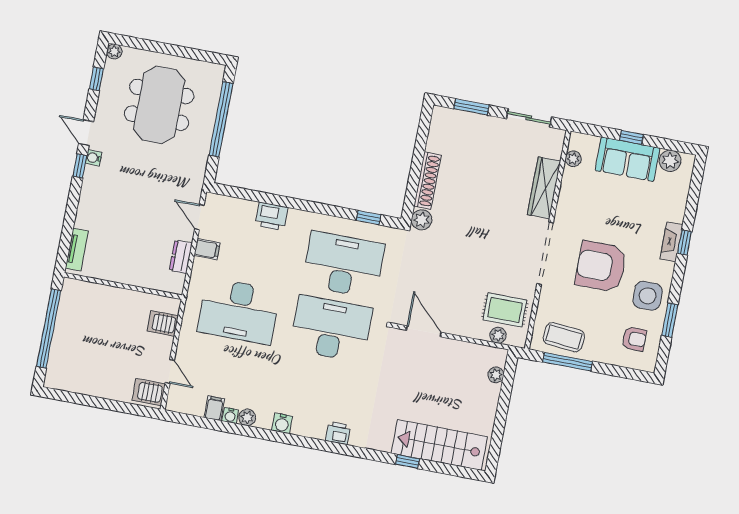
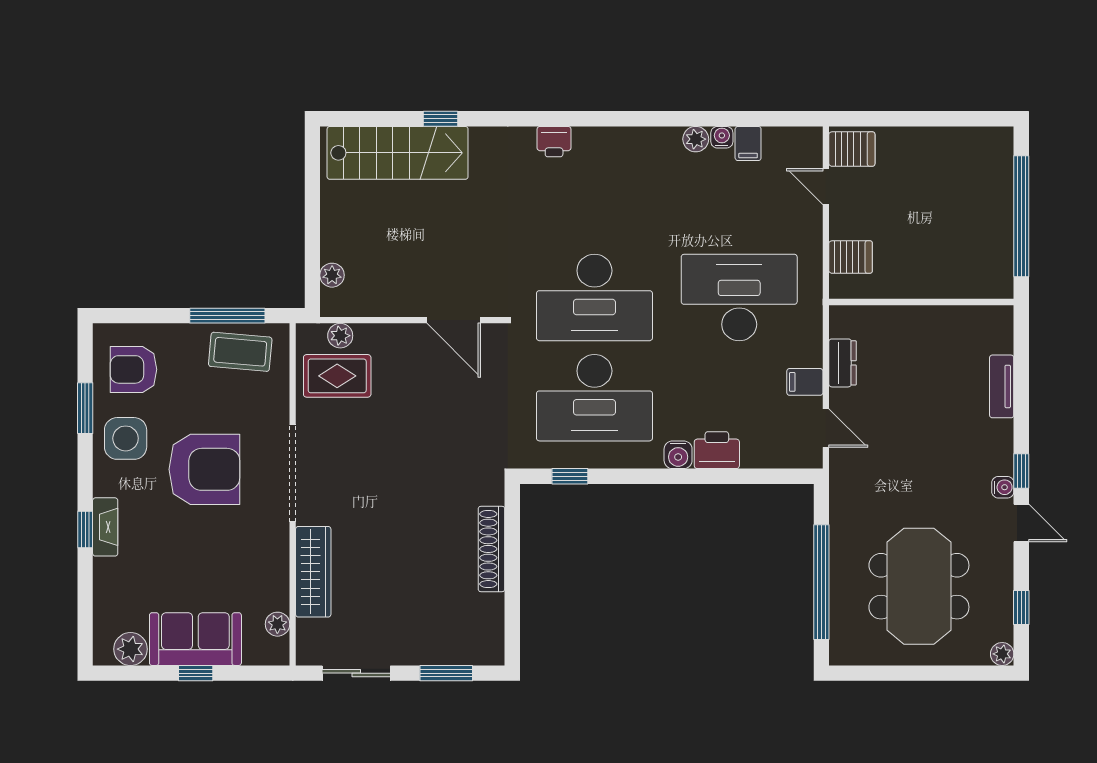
plant: (422, 220) -> (489, 488), removed
tv unit: (77, 249) -> (1002, 386), moved
armchair: (634, 339) -> (133, 369), width x1.38, depth x1.38
water cooler: (282, 423) -> (678, 455), moved, turned 180

